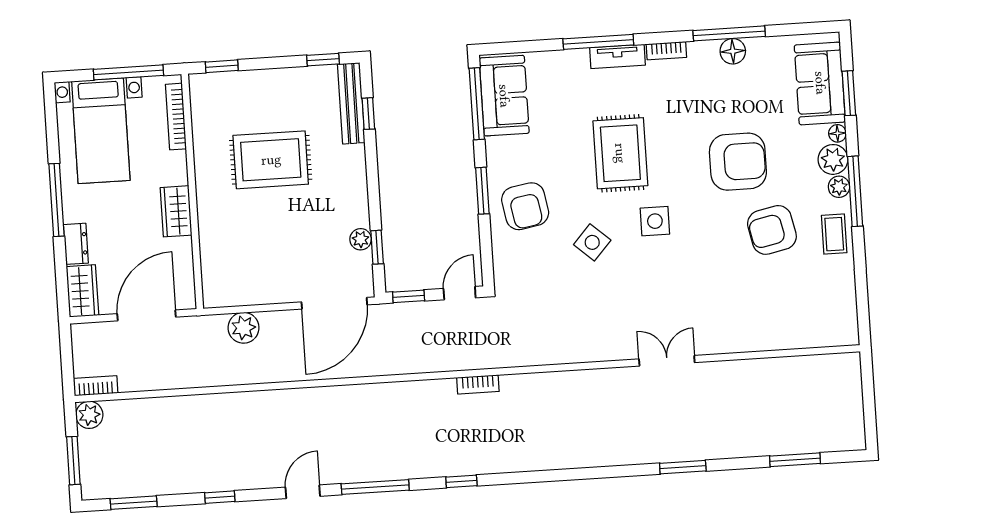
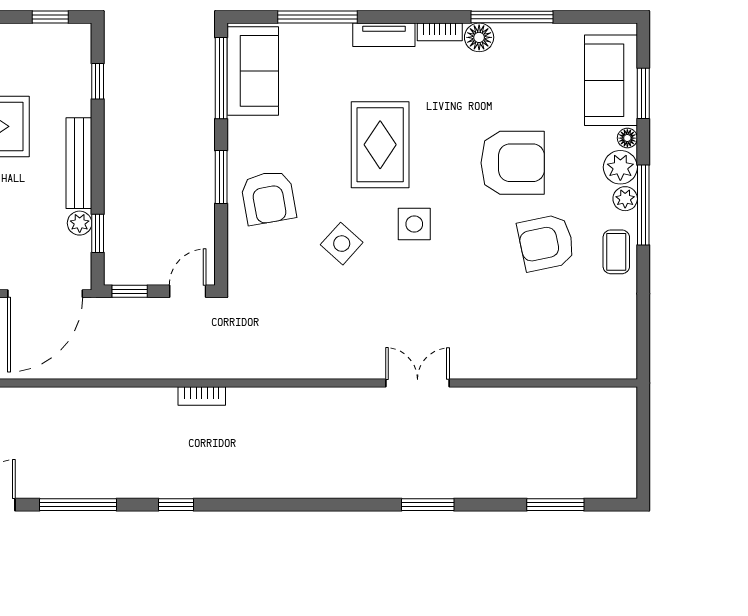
window: (598, 42) -> (318, 17), moved
floor lamp: (733, 51) -> (479, 37), moved
bench: (351, 103) -> (79, 163), moved

